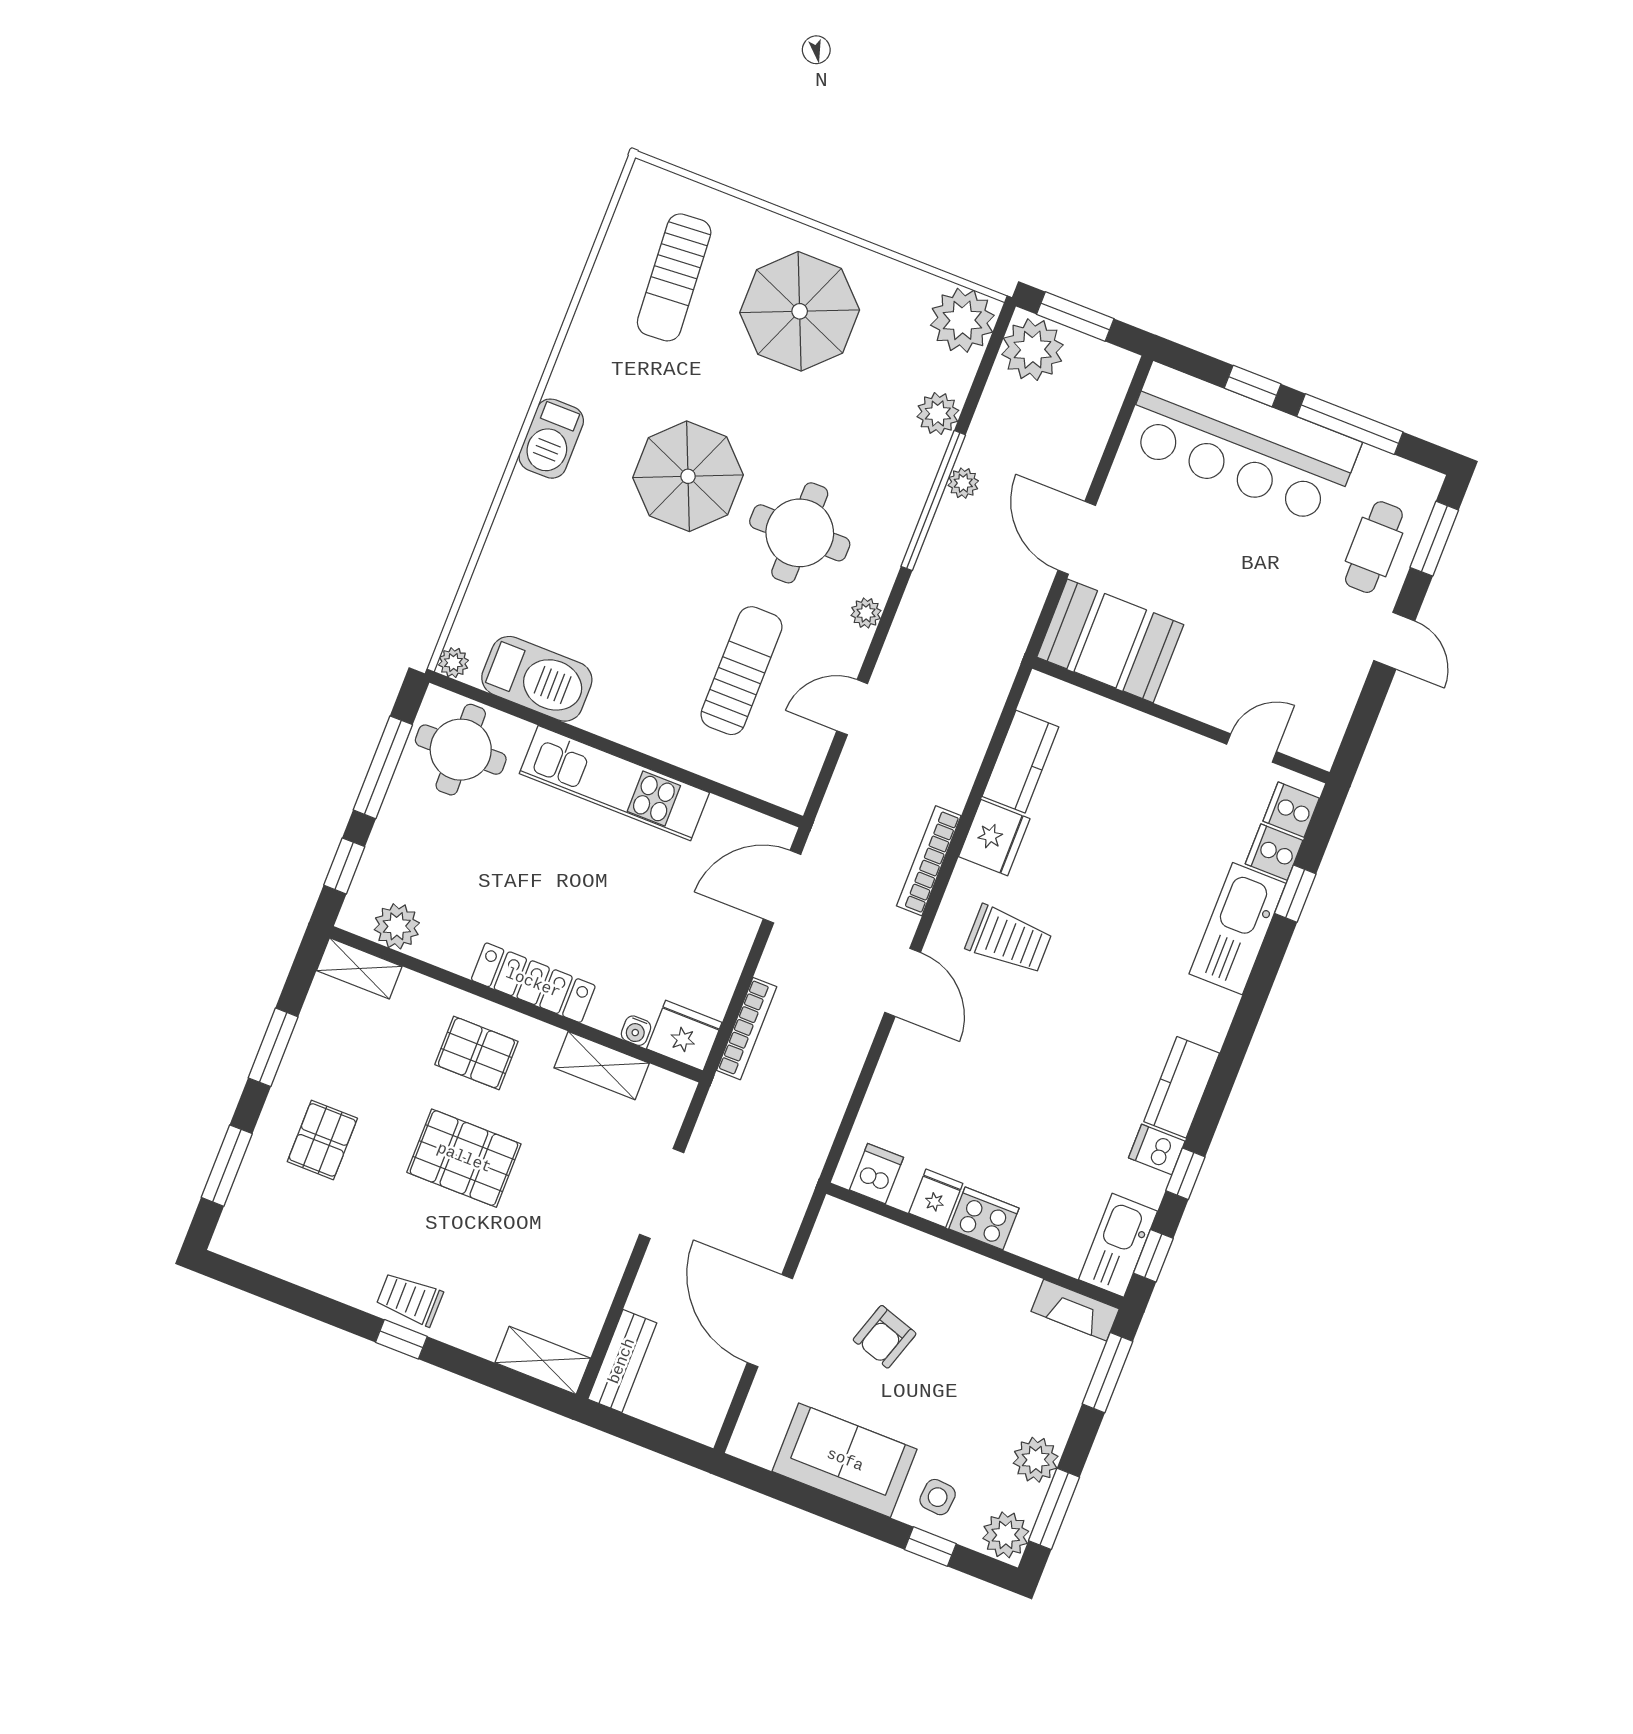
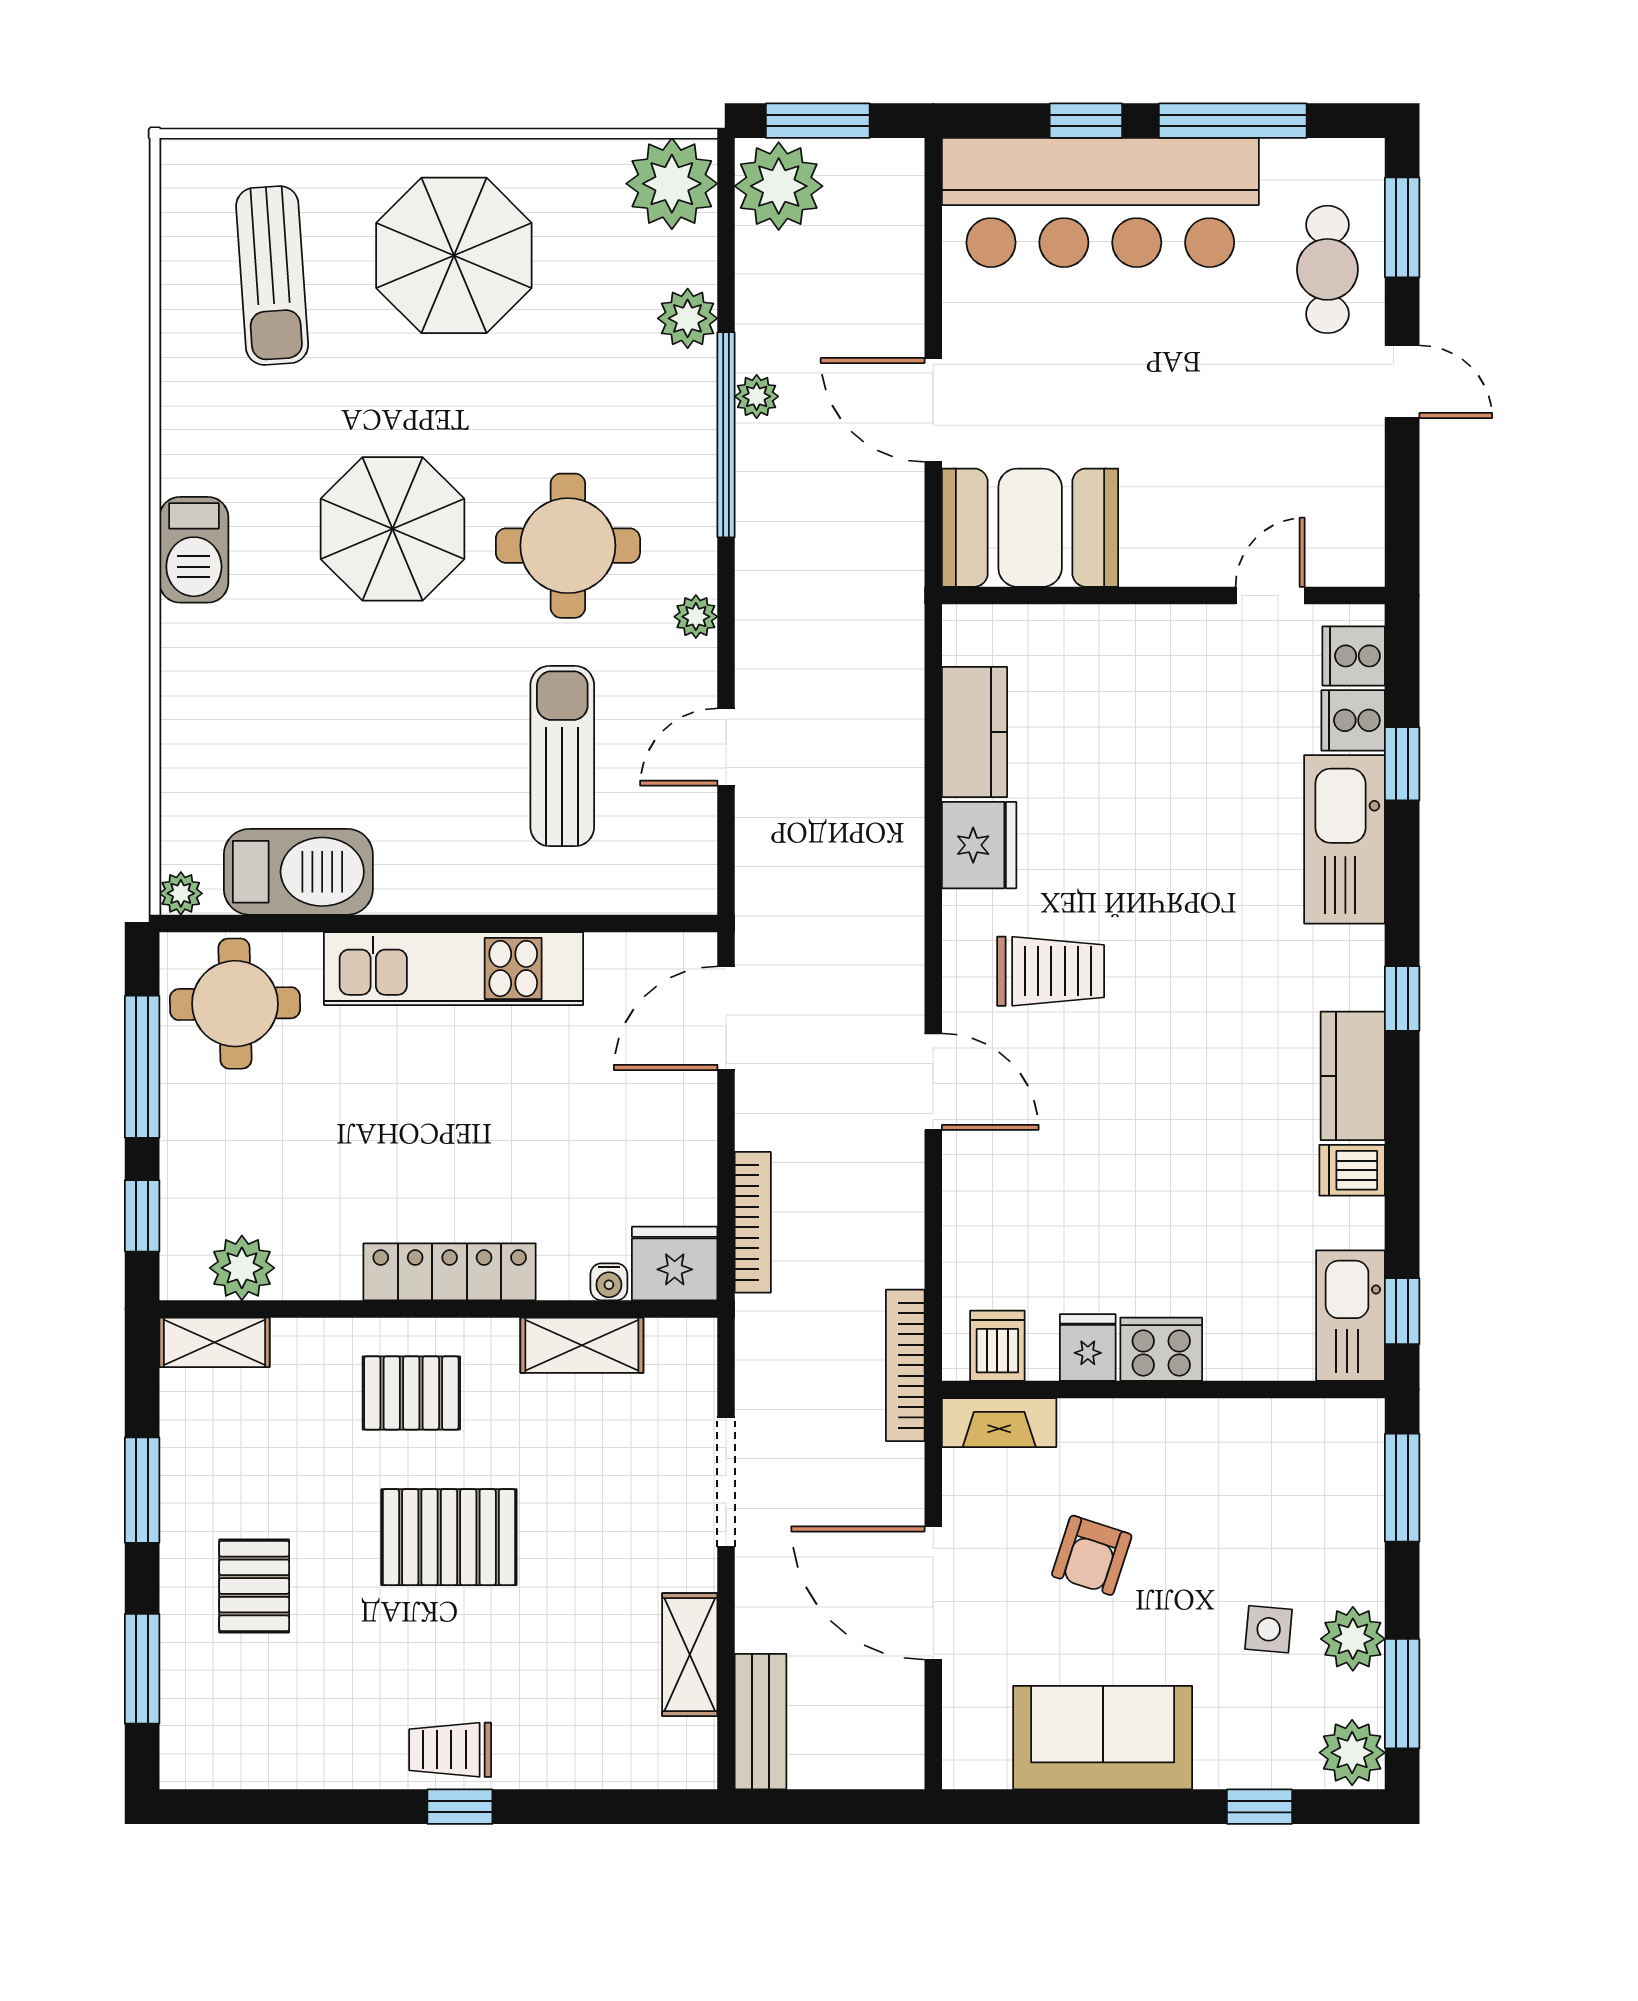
bookcase: (929, 861) -> (905, 1365), moved
window: (1185, 1174) -> (1402, 999), moved
fireplace: (1075, 1310) -> (999, 1423), moved
shelving: (543, 1360) -> (690, 1655), moved, turned 90
side table: (938, 1497) -> (1269, 1629), moved

